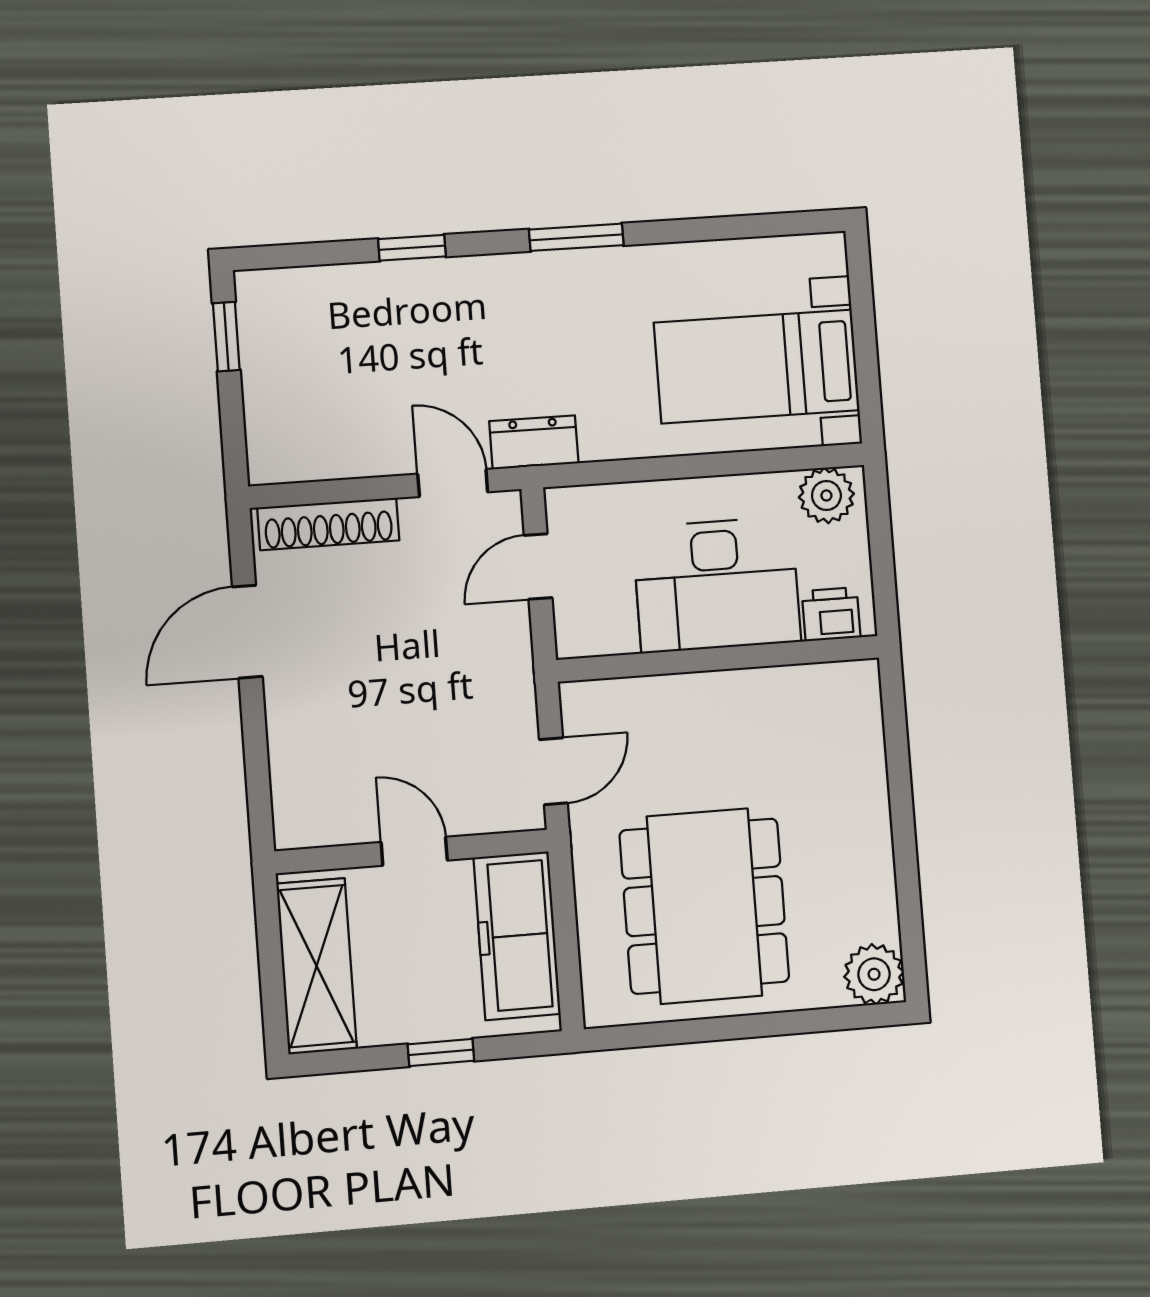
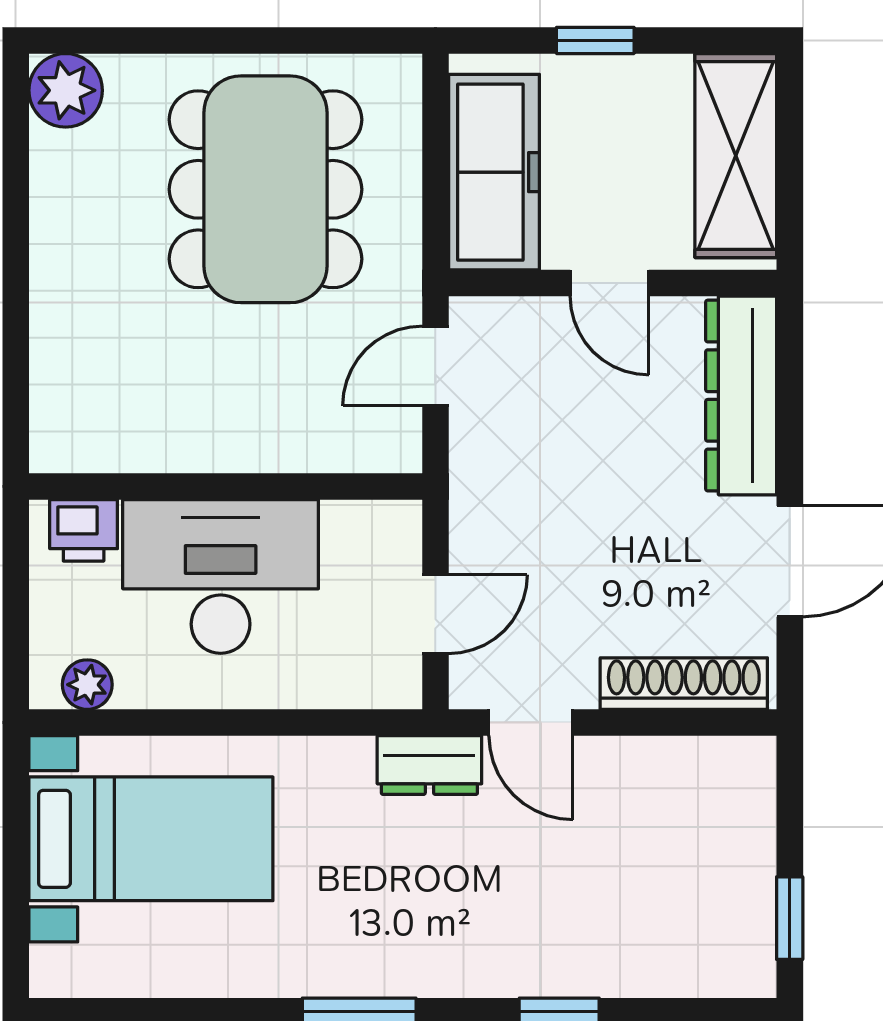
plant: (826, 495) -> (87, 685), width x0.73, depth x0.73
dresser: (298, 766) -> (741, 396), added

